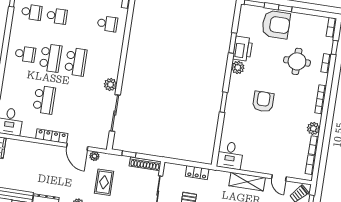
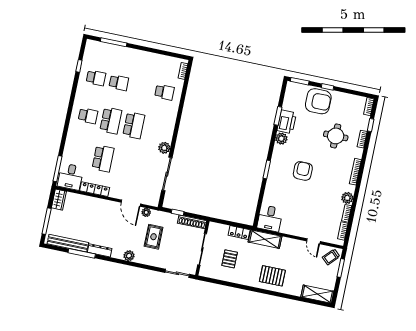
locker: (52, 136) -> (95, 189), moved
shelving: (247, 182) -> (265, 239), moved

